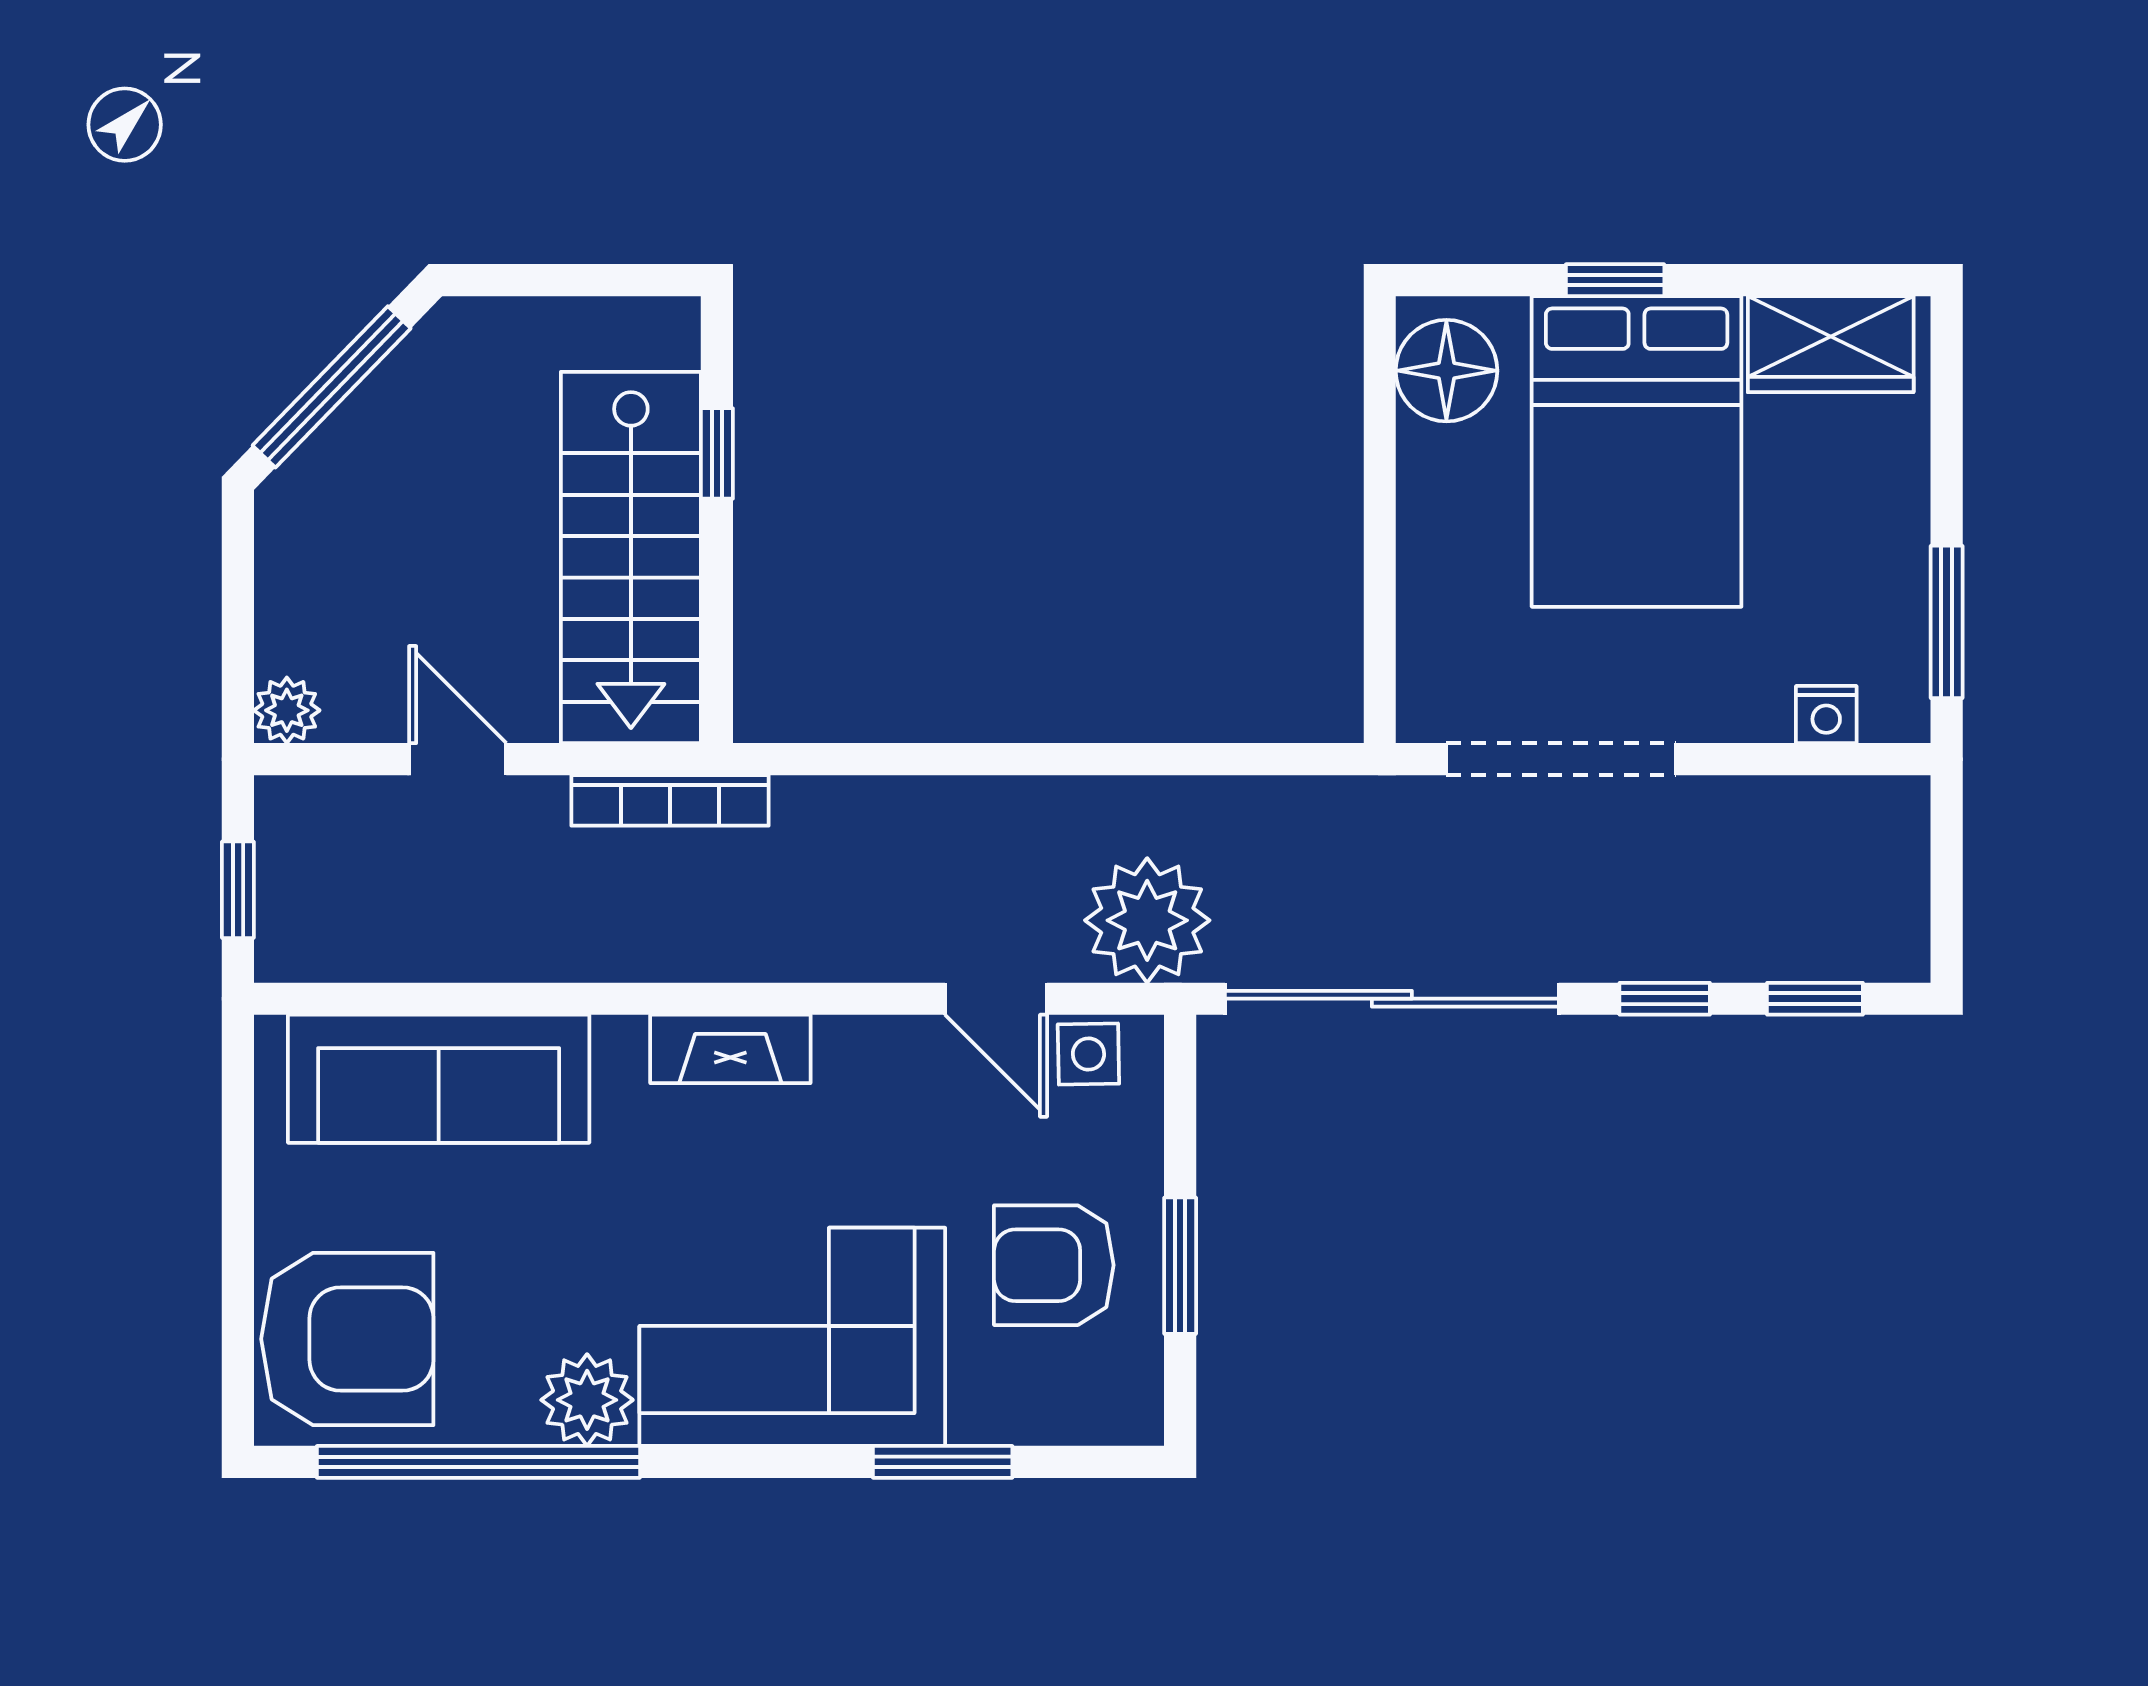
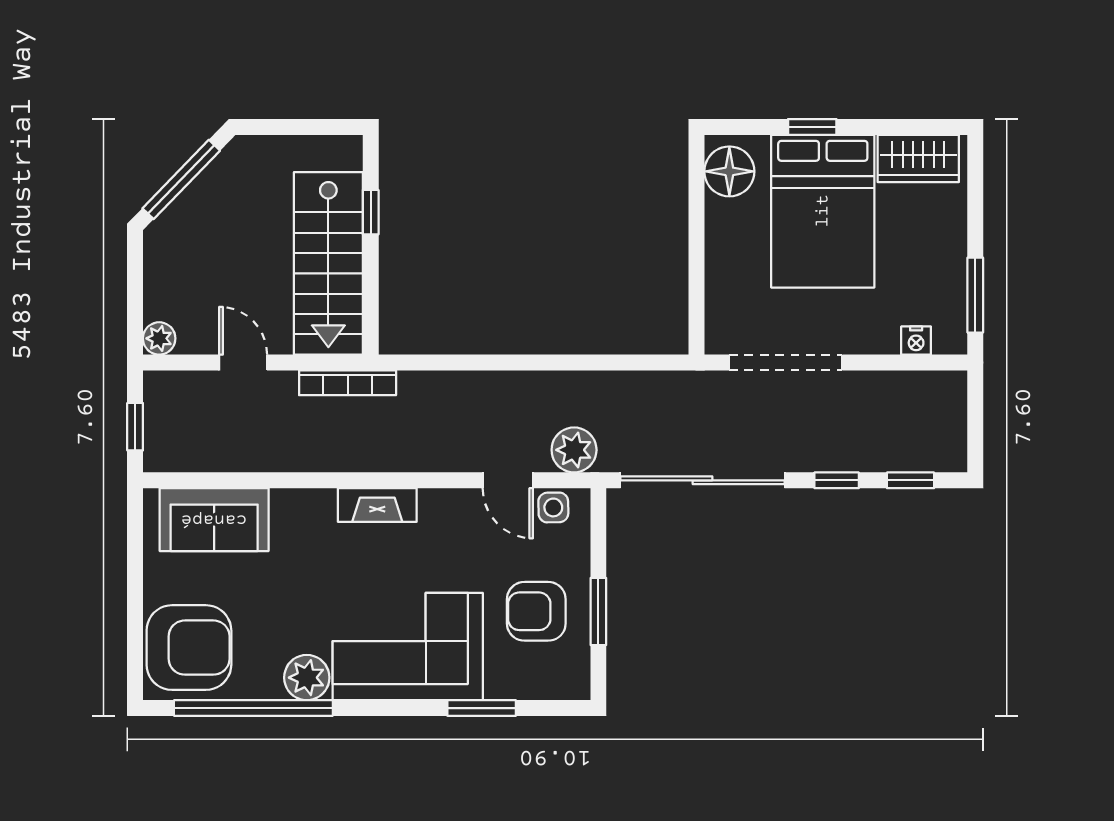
plant: (1147, 920) -> (574, 450), width x0.73, depth x0.73
sofa: (439, 1079) -> (214, 520), width x0.73

